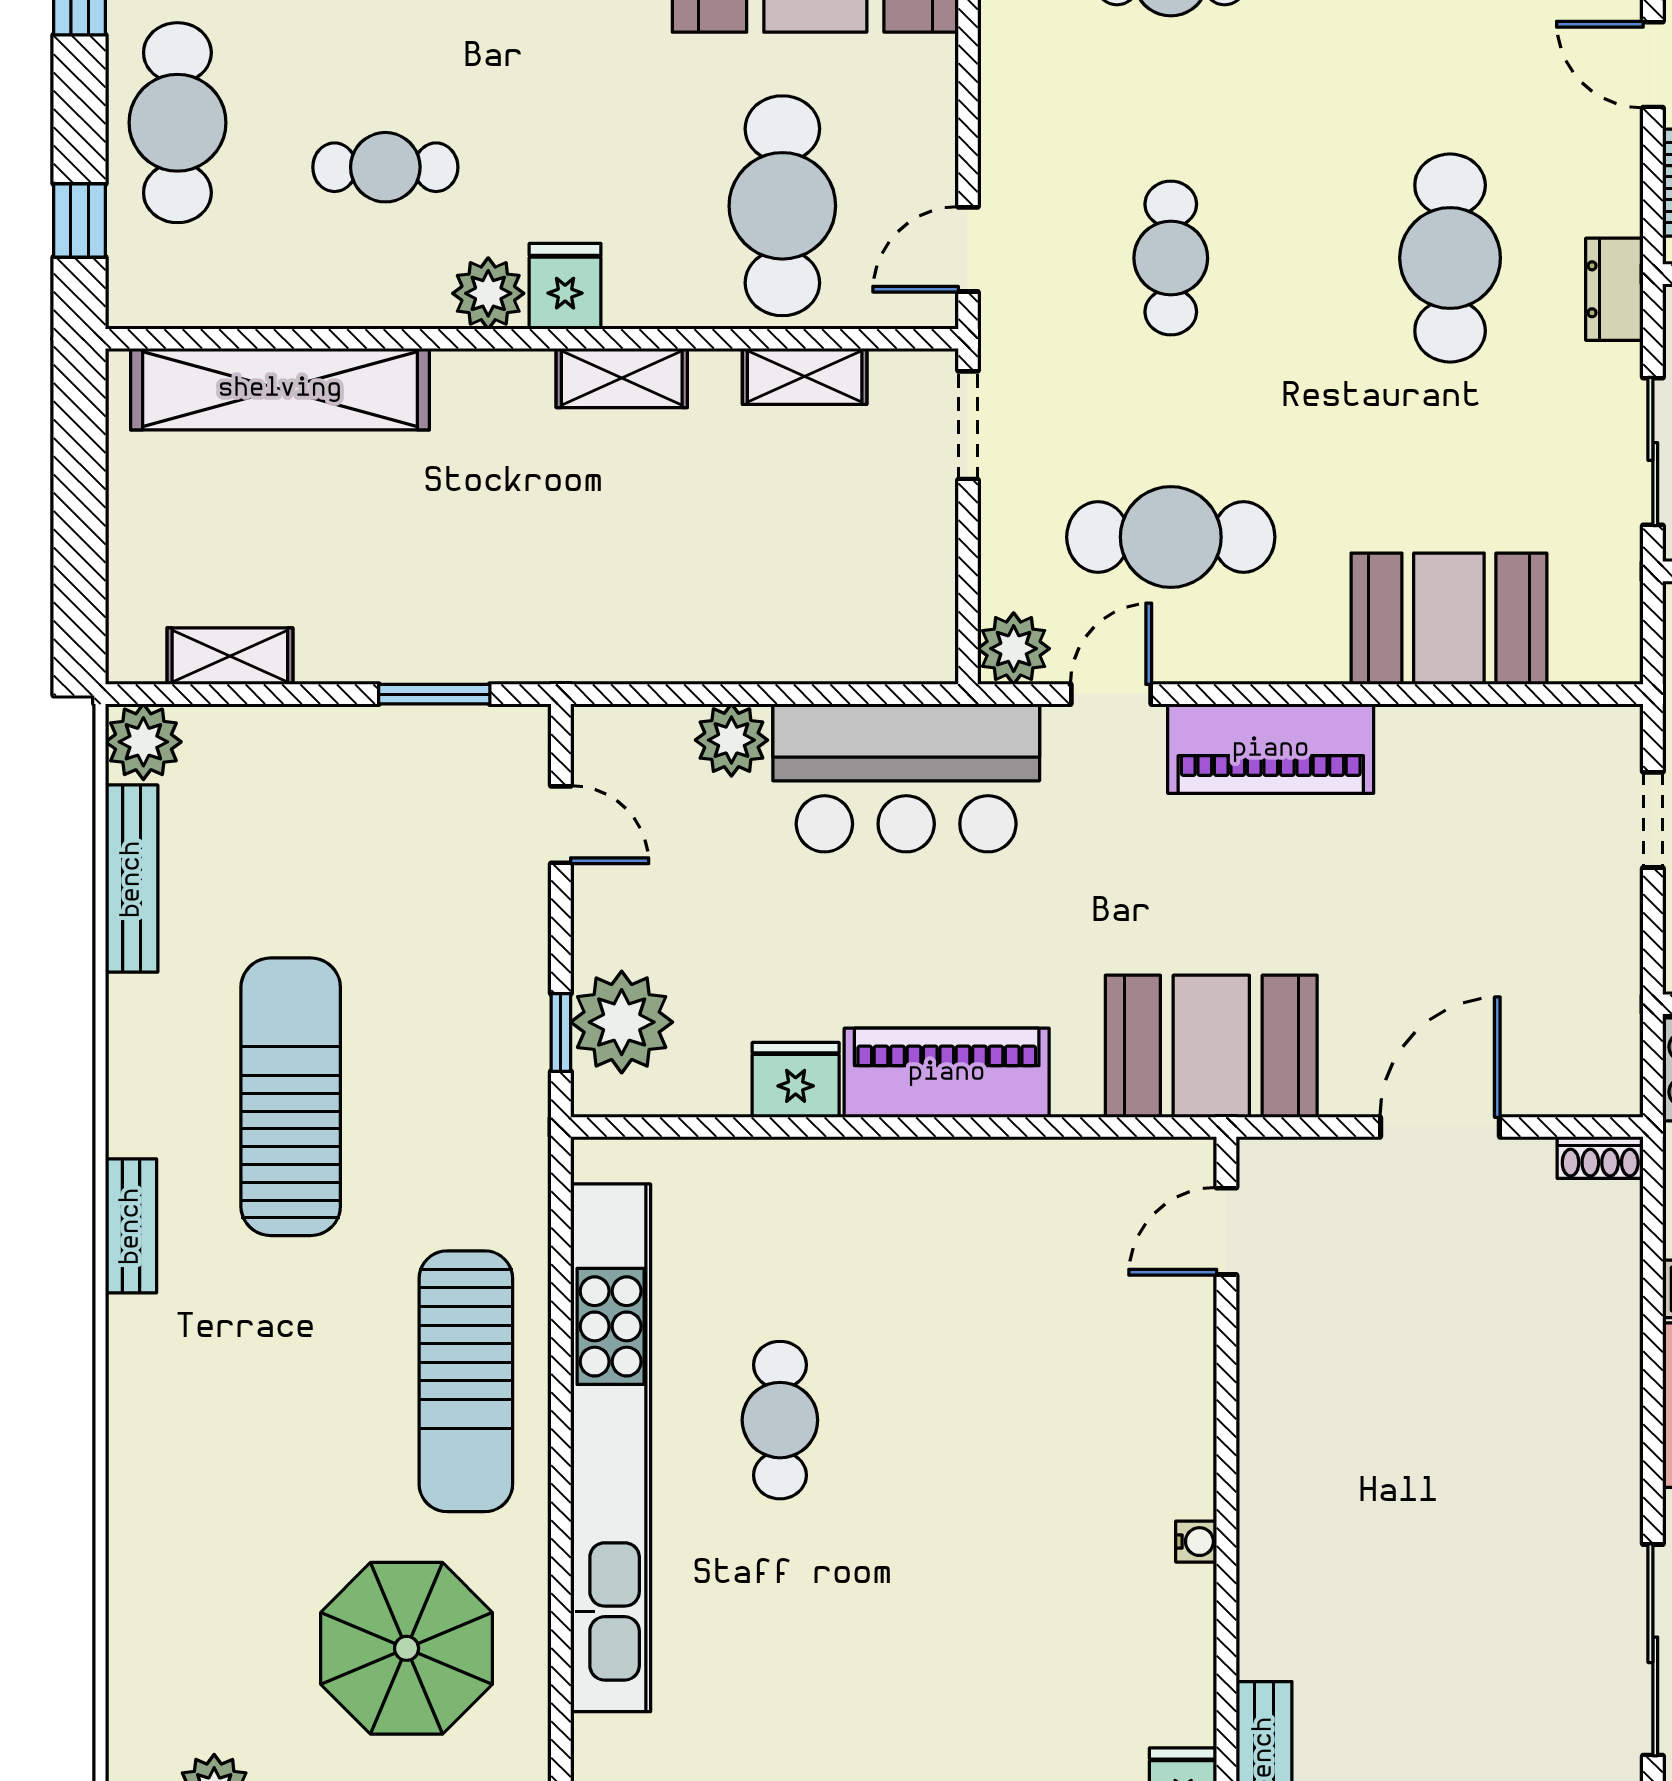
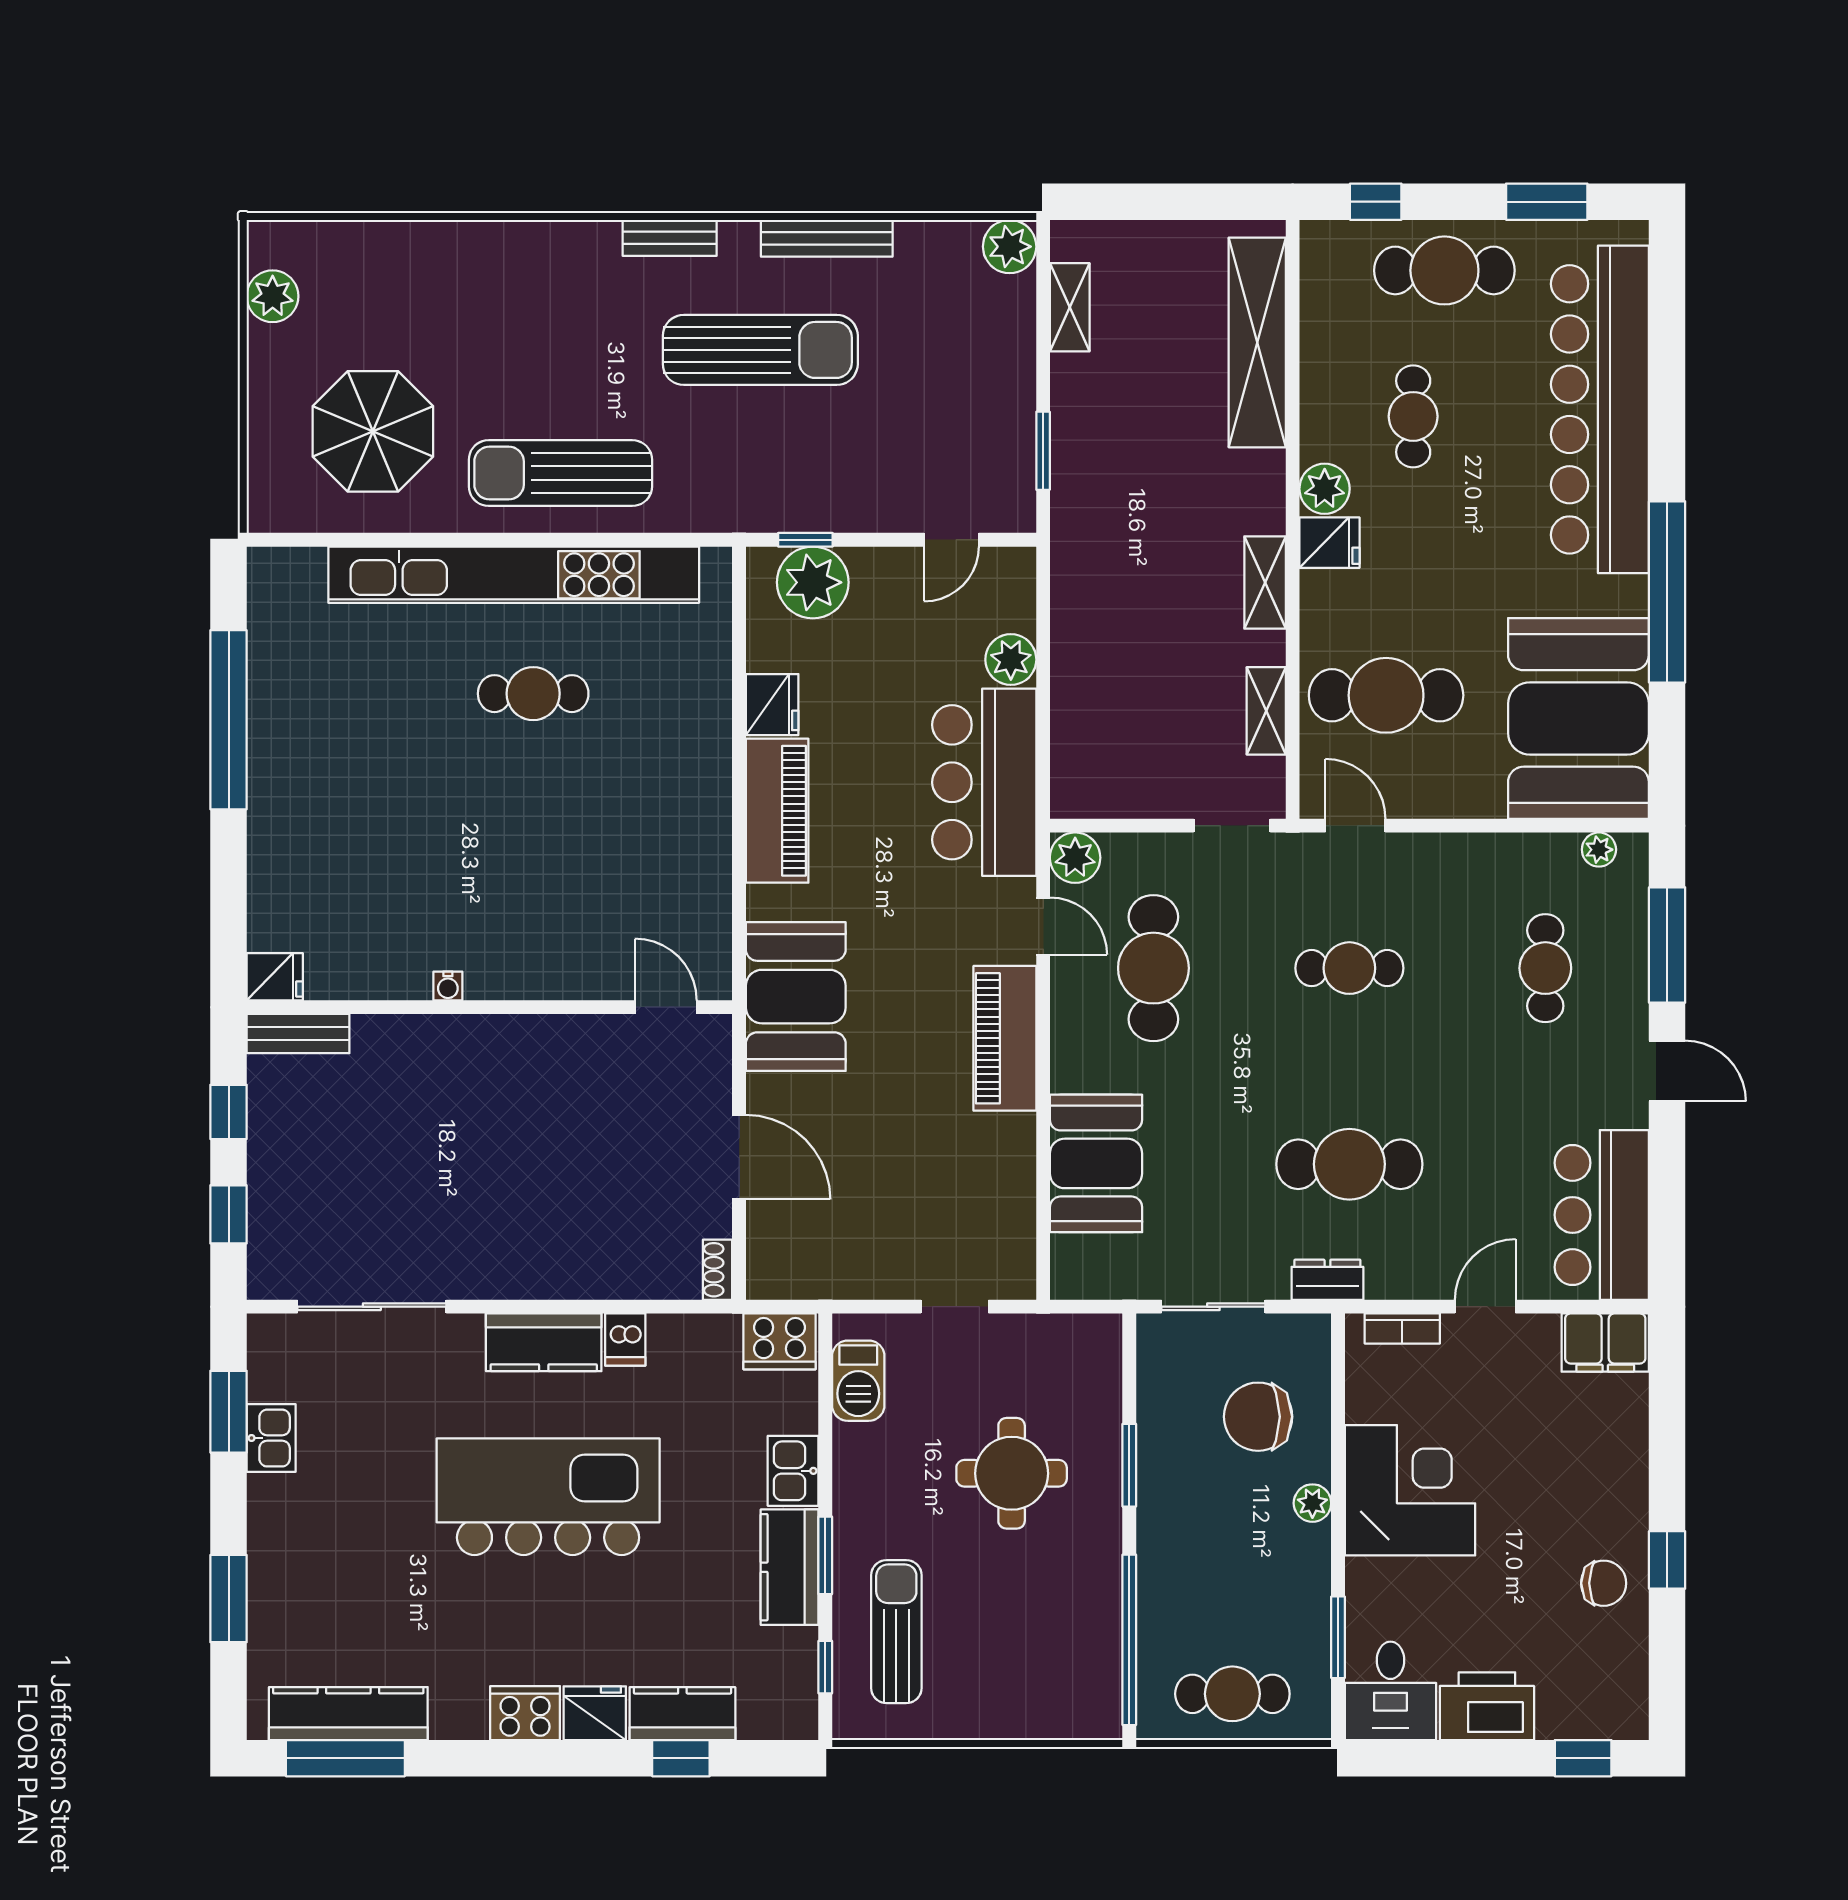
bench: (132, 879) -> (827, 238), moved

